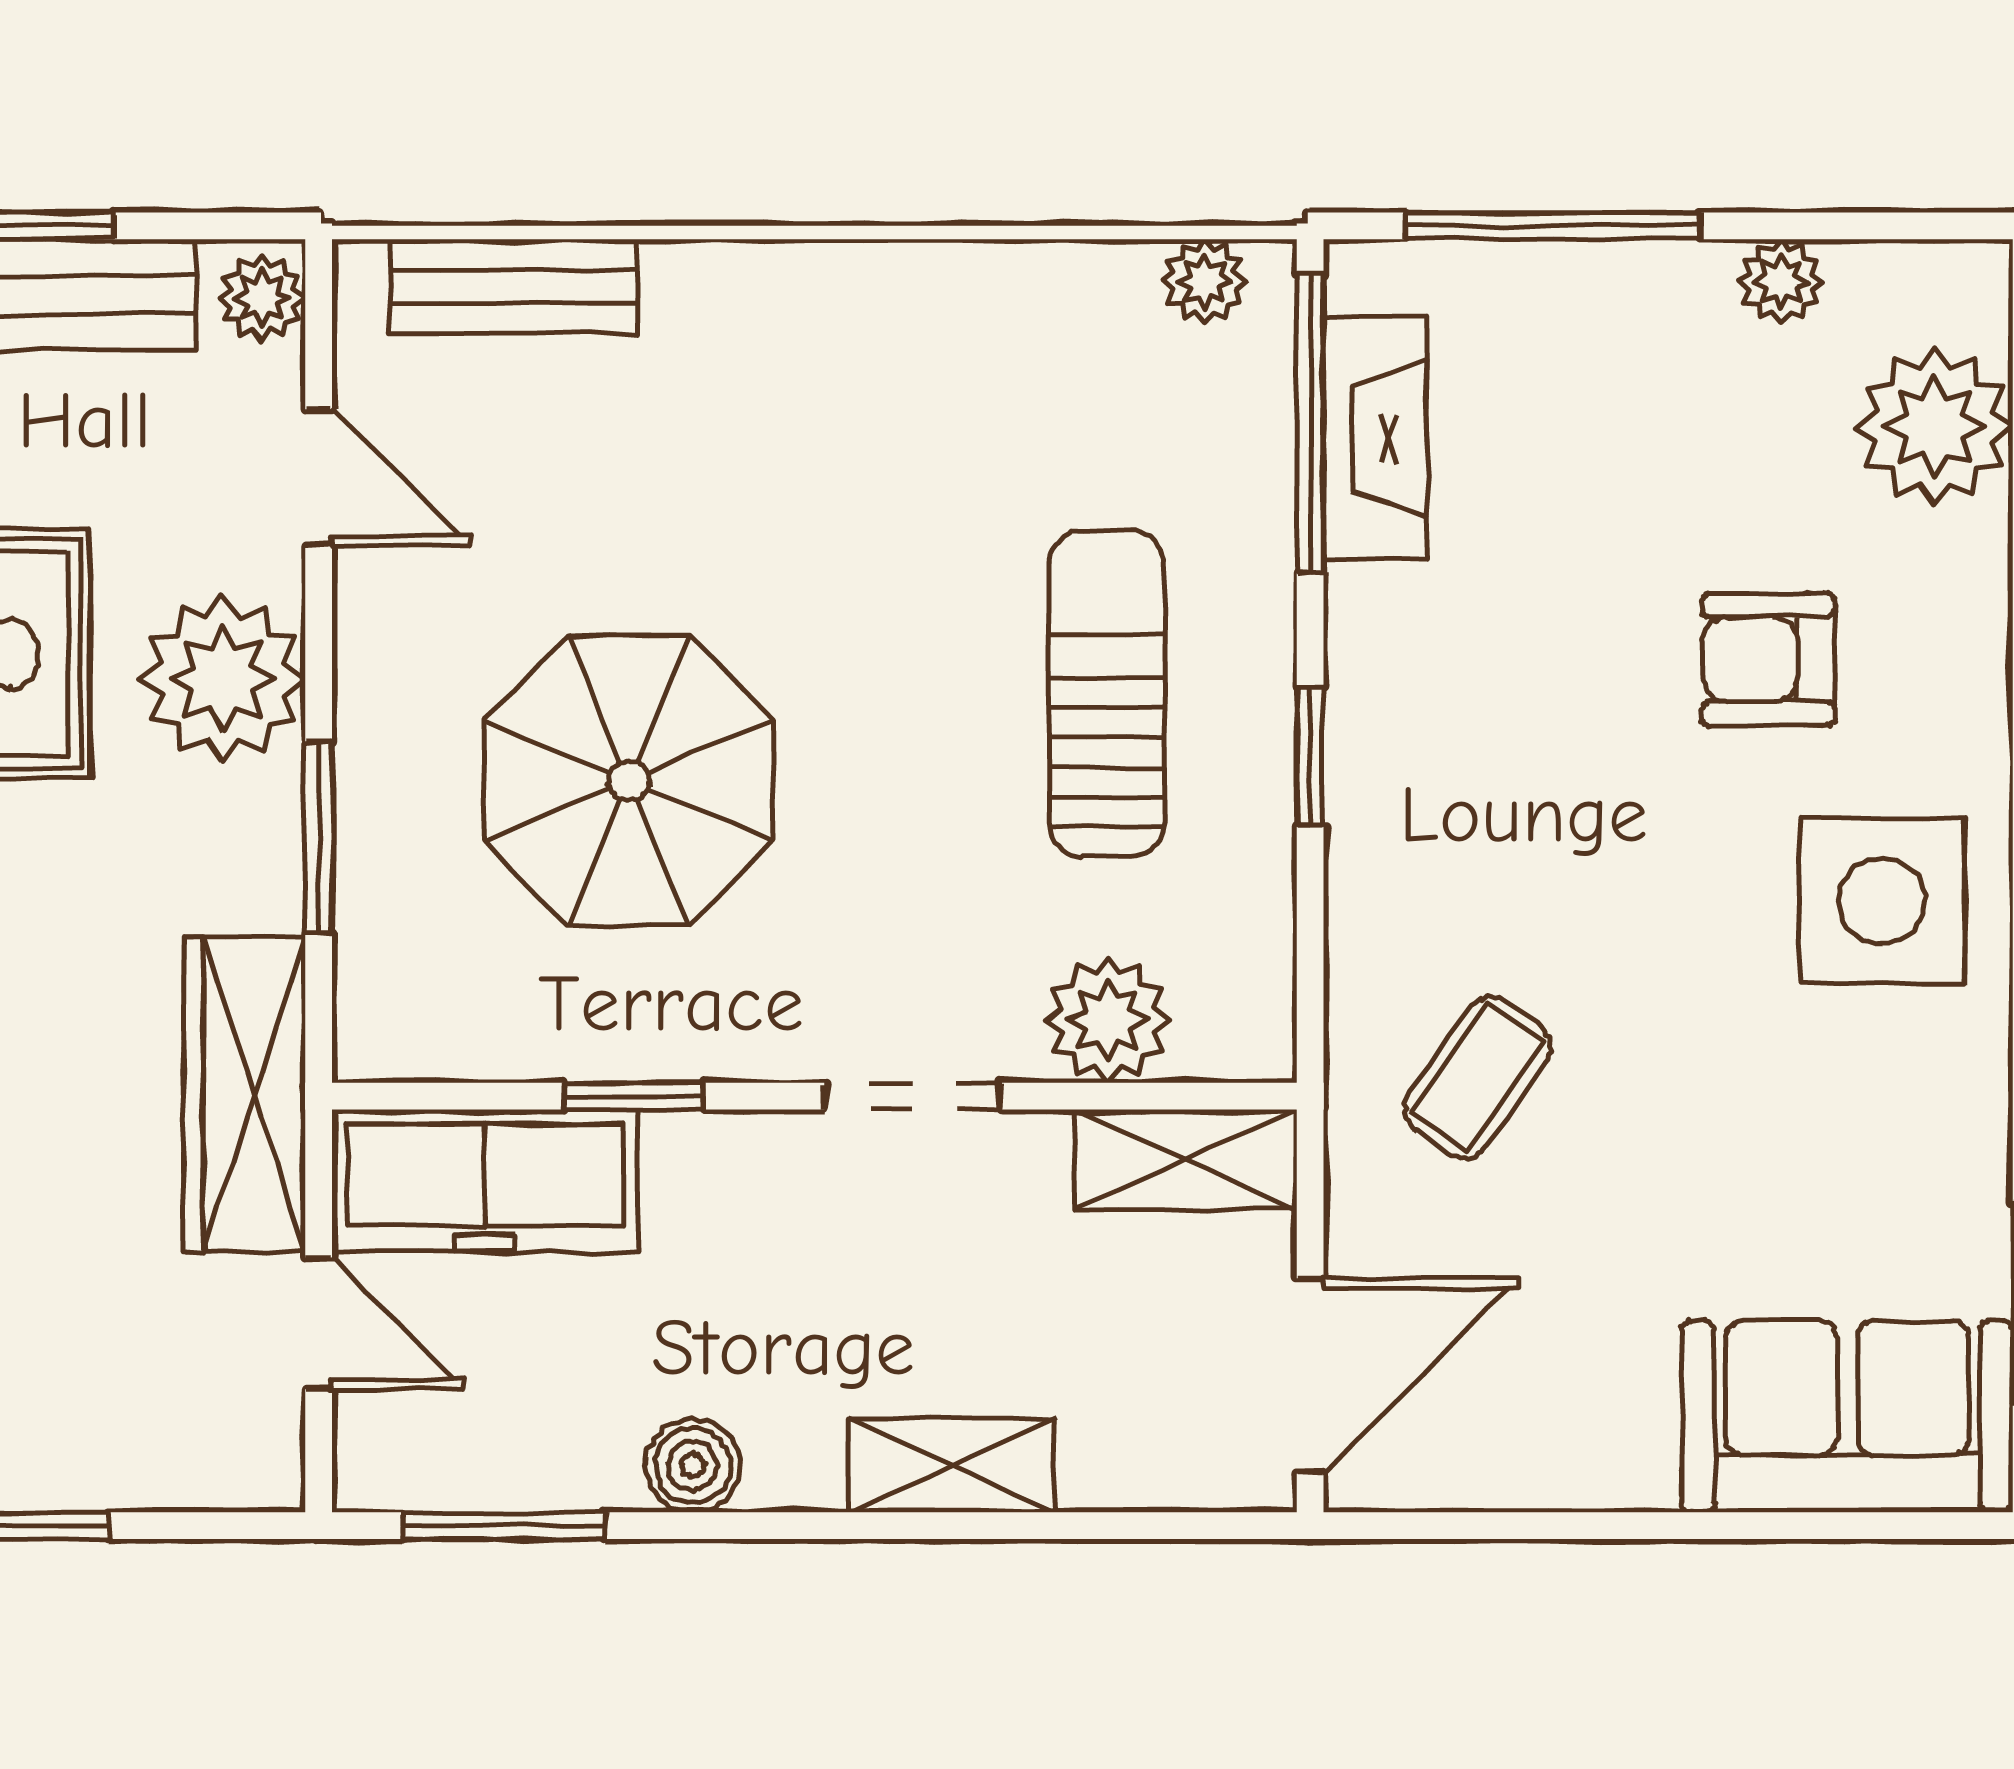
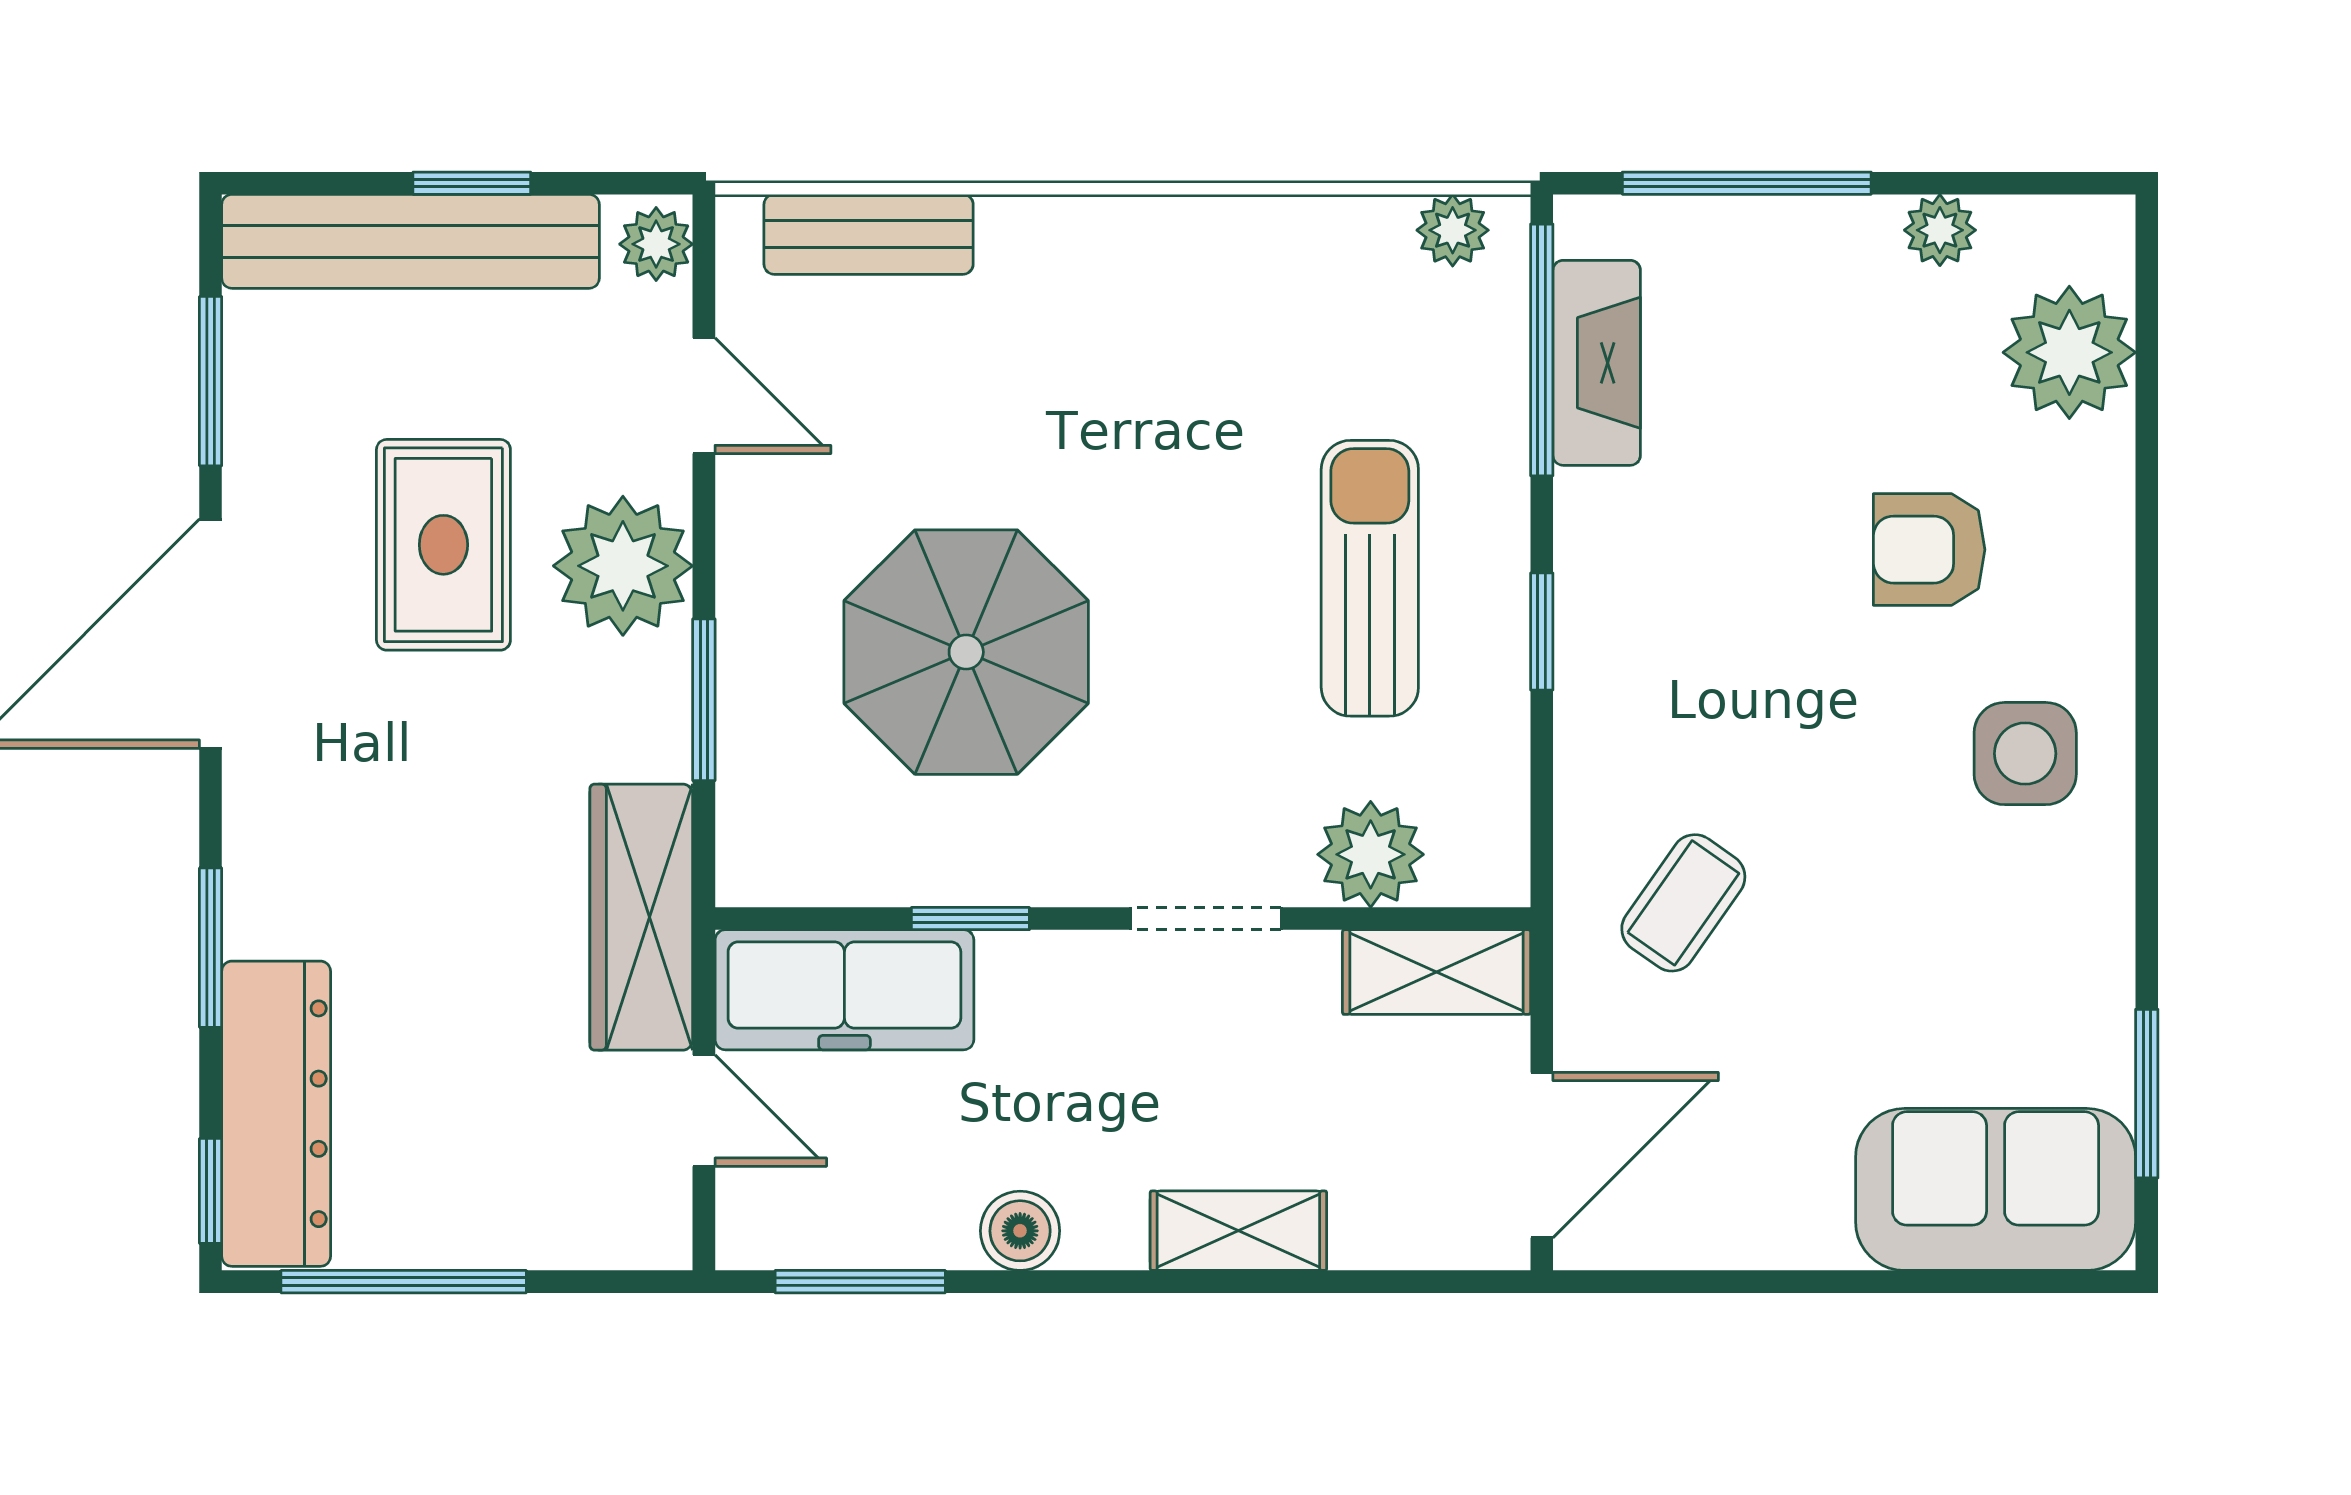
side table: (1882, 901) -> (2025, 754), width x0.73, depth x0.73

